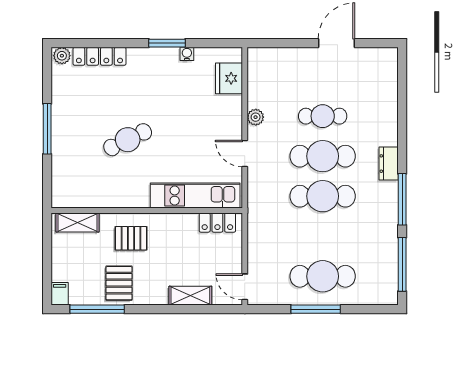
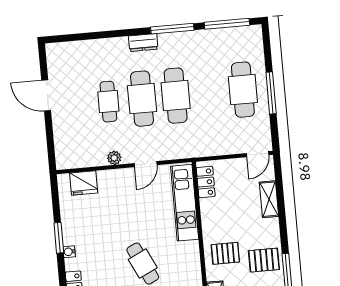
water cooler: (187, 54) -> (69, 252), moved
pallet: (131, 238) -> (225, 253), turned 90

